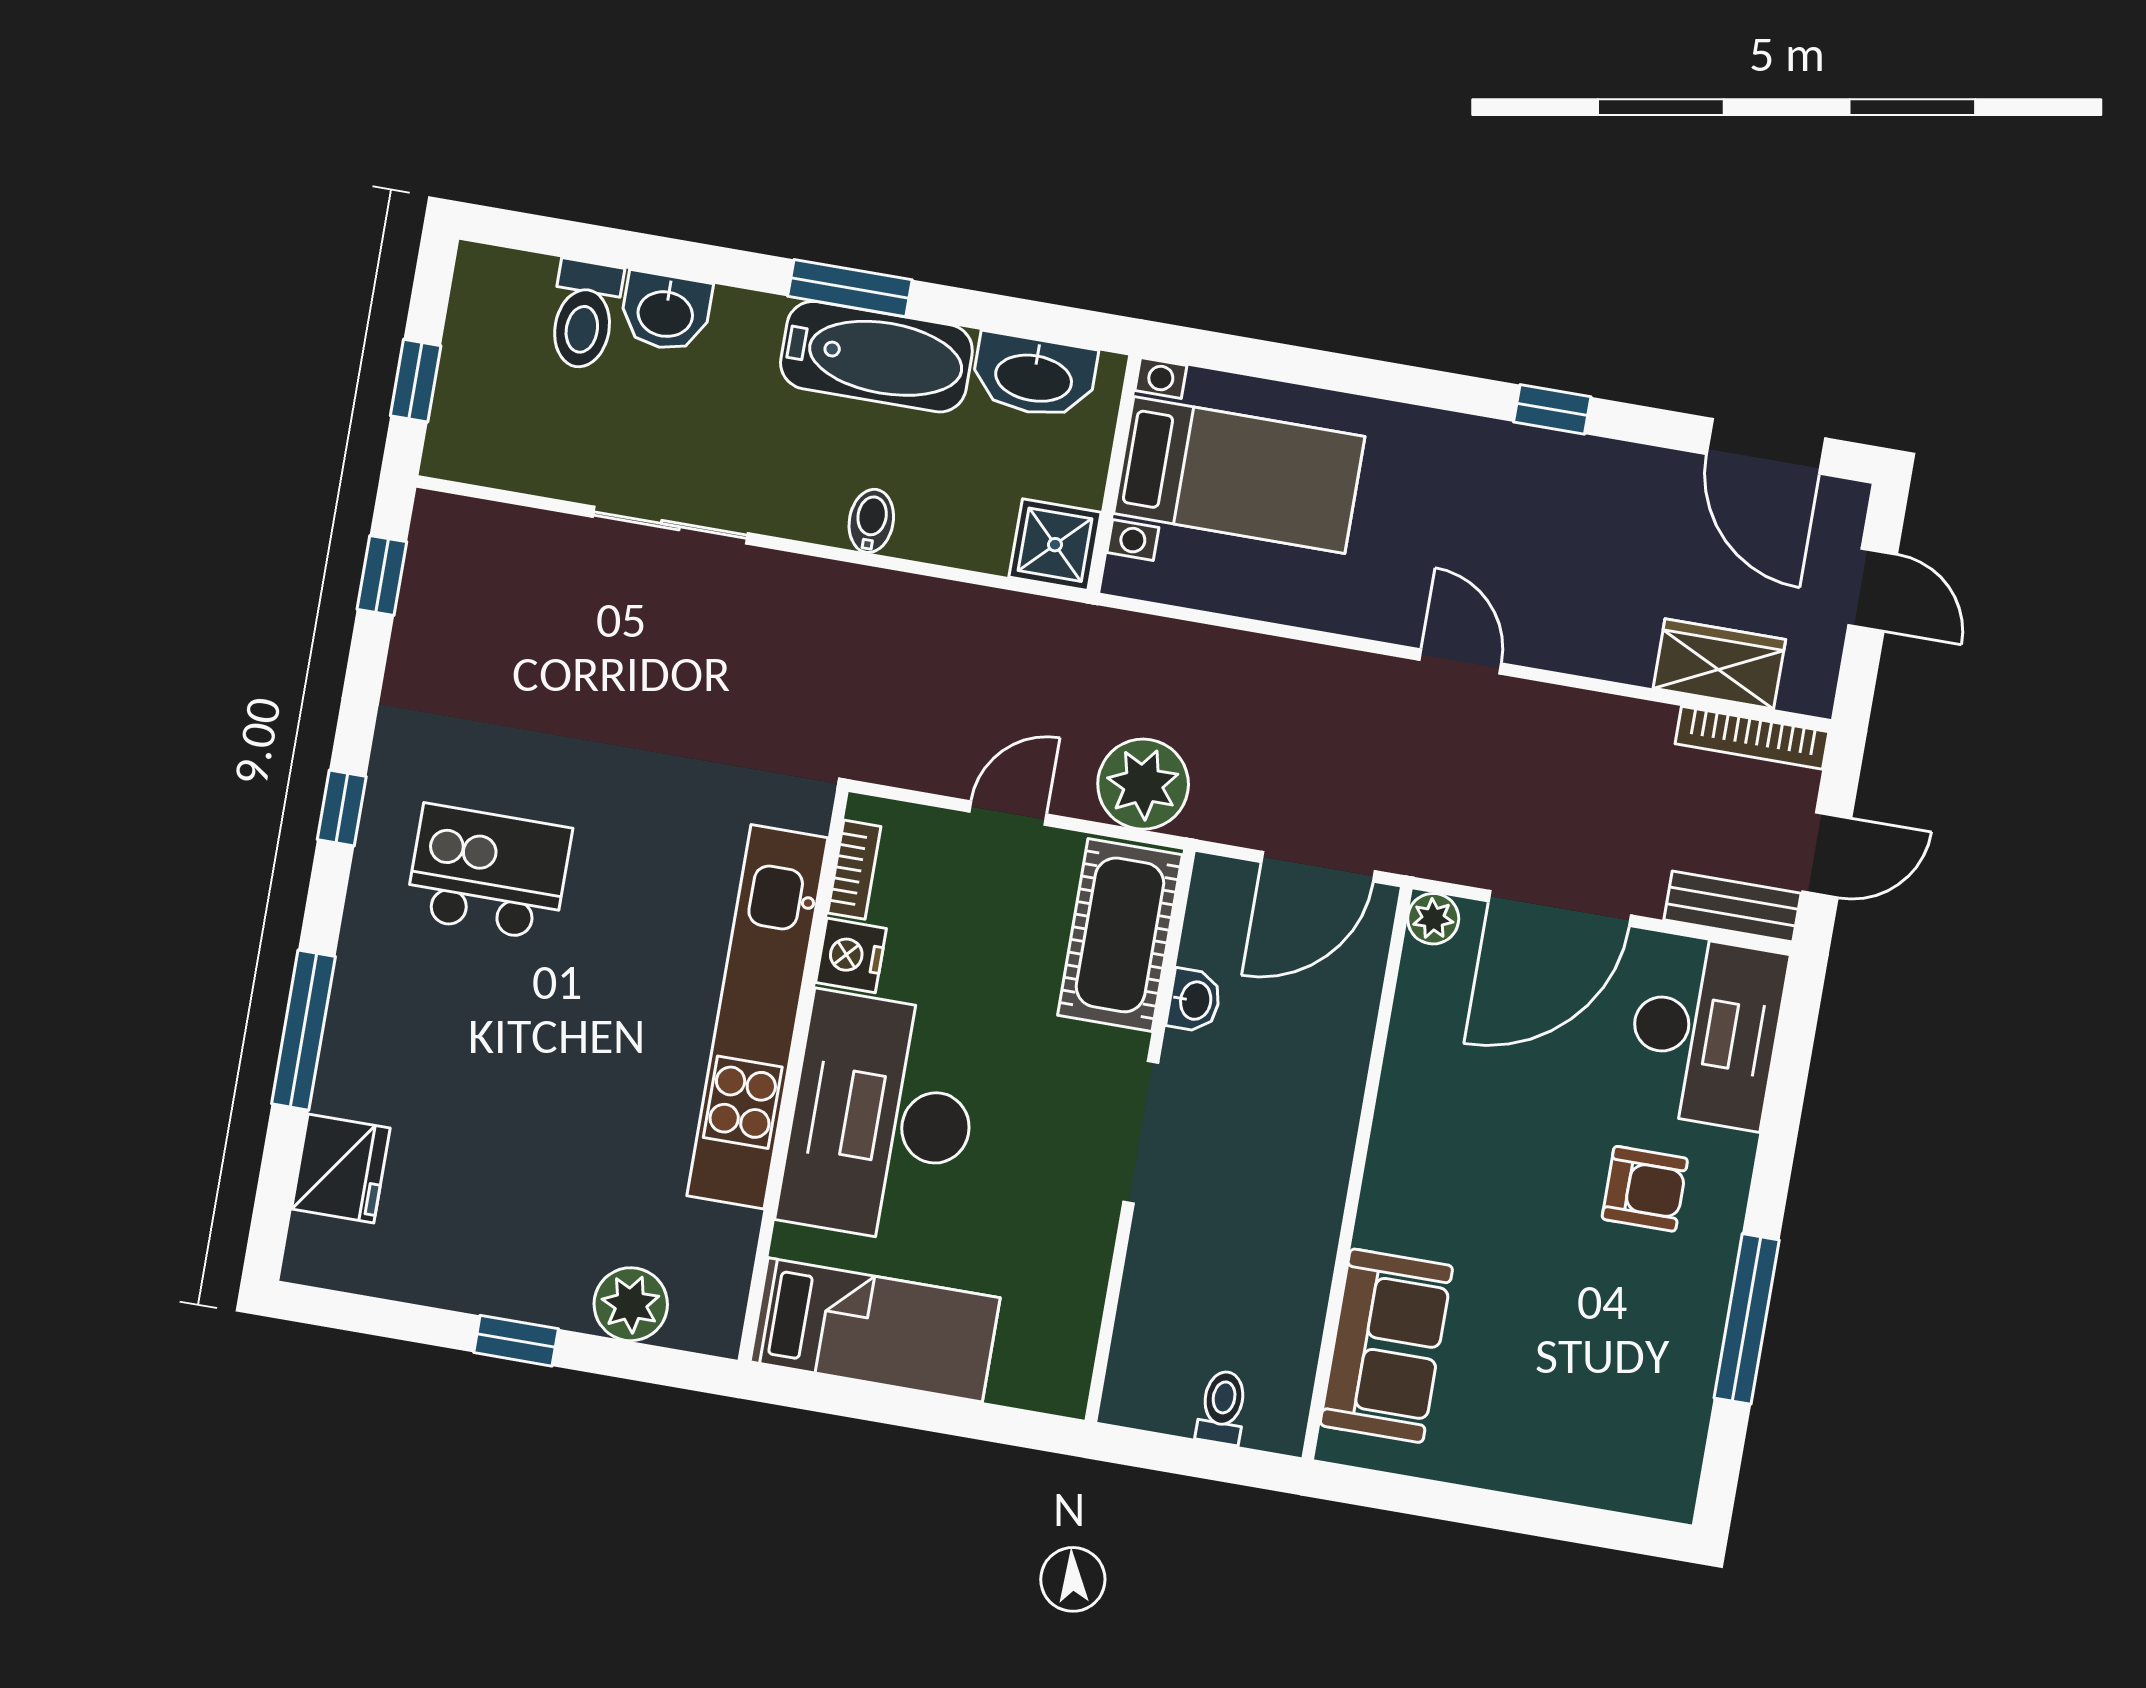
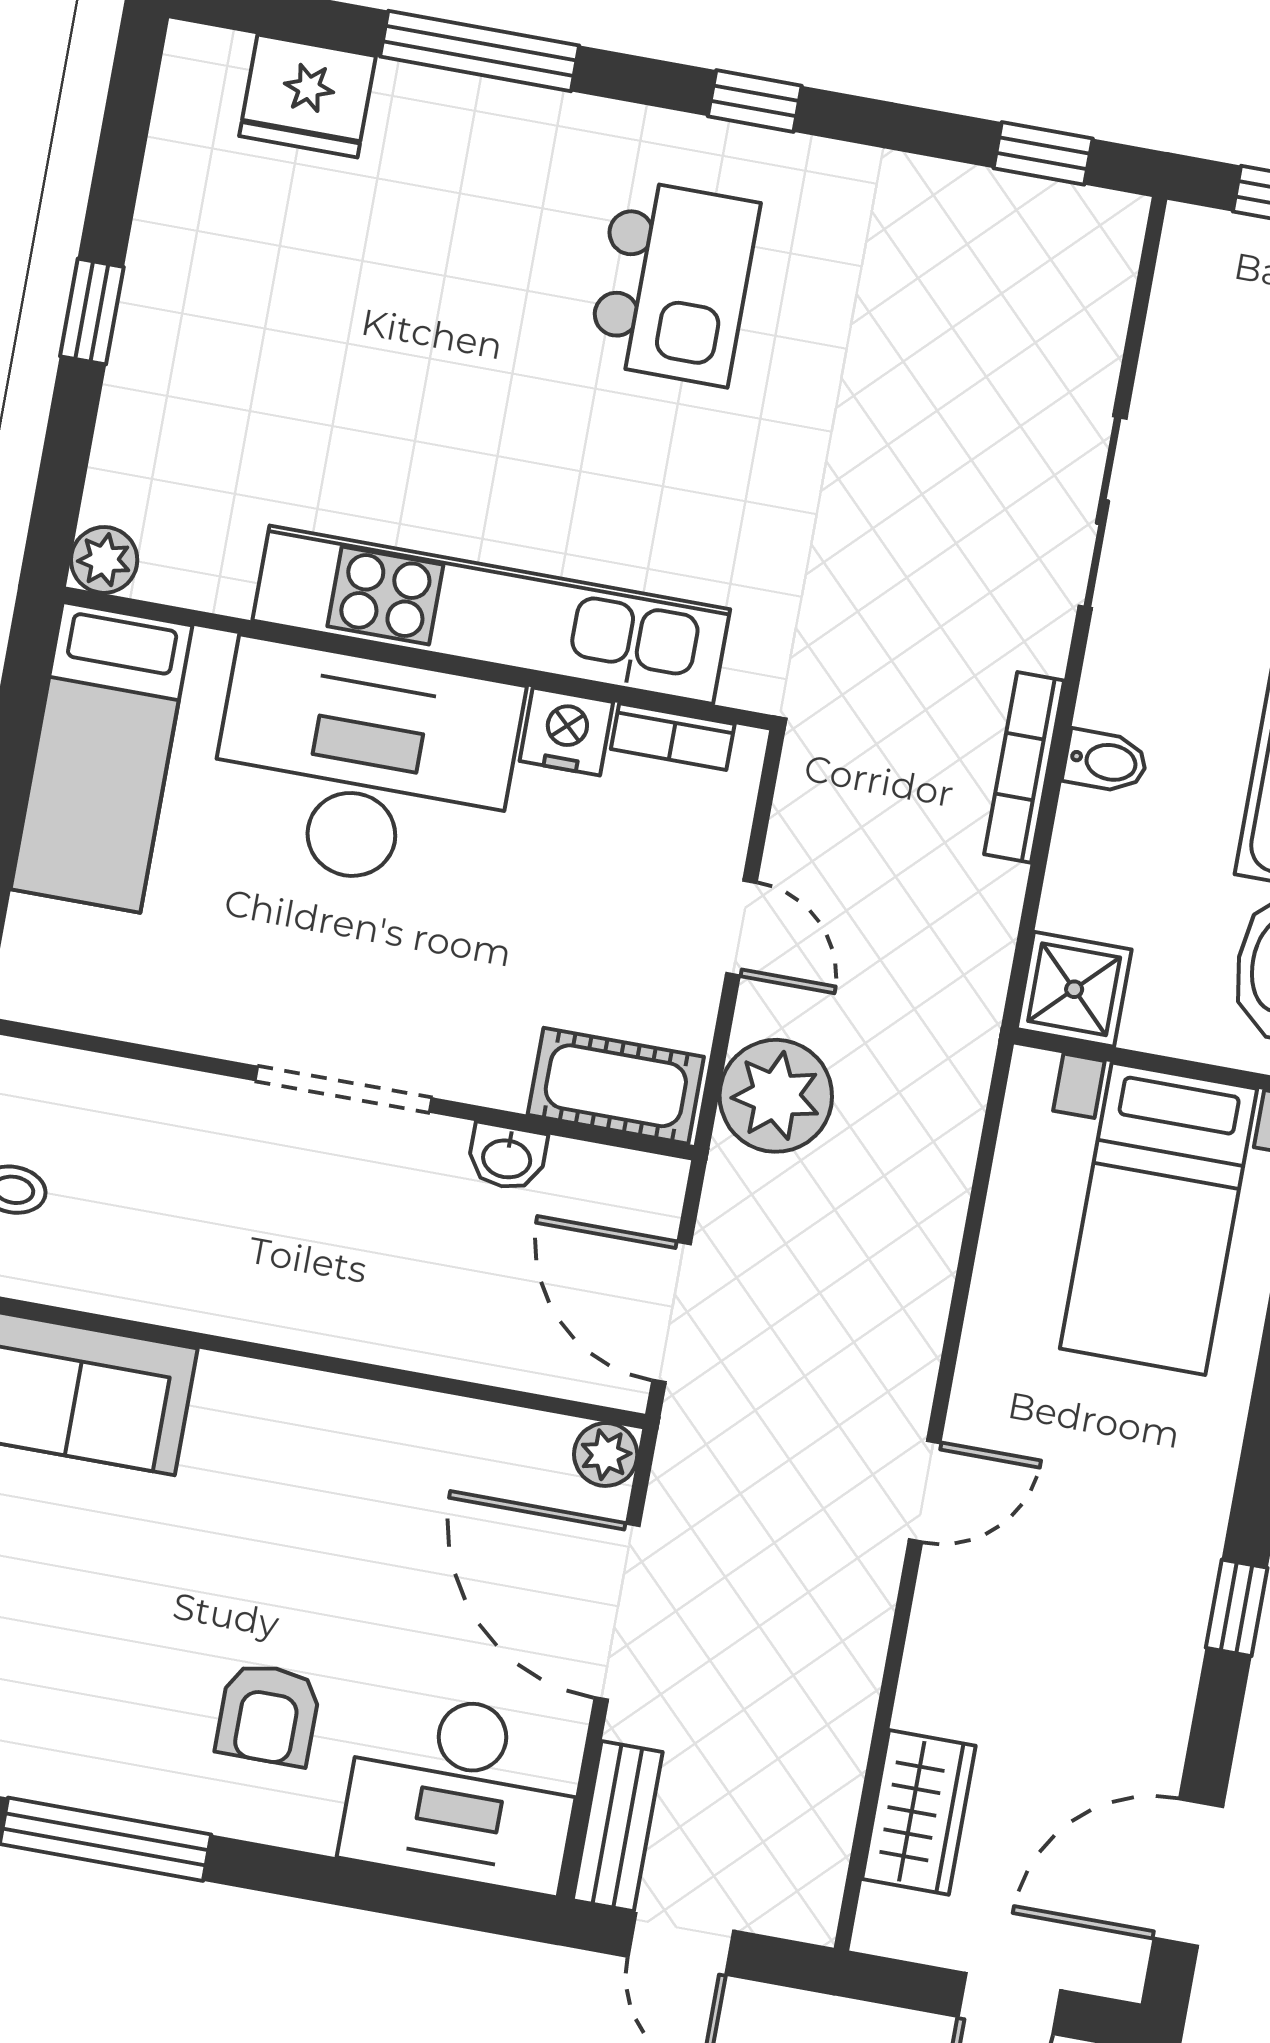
bookcase: (1752, 738) -> (1024, 767), moved
cot: (1120, 935) -> (616, 1086), width x0.73, depth x0.75
plant: (631, 1304) -> (104, 560), moved, width x0.73, depth x0.73

